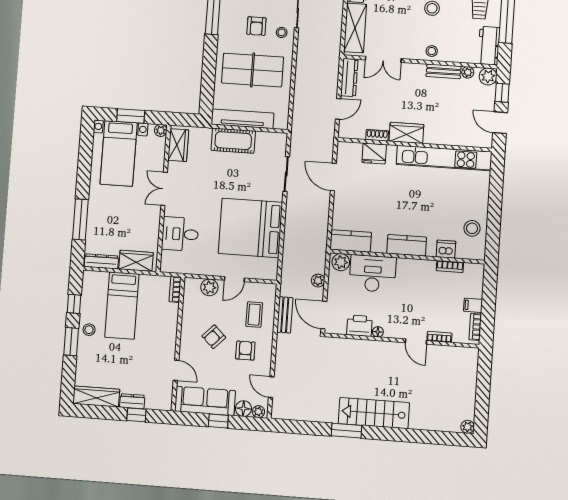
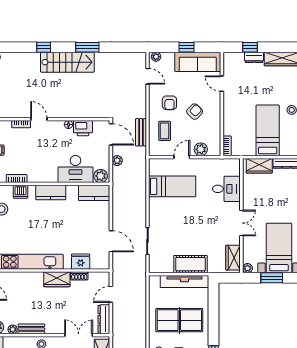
bed: (250, 228) -> (172, 186), width x0.49
floor lamp: (243, 409) -> (168, 58), removed
window: (403, 435) -> (44, 47), added

